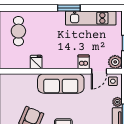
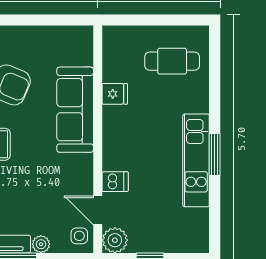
kitchen unit: (91, 18) -> (196, 160), moved
sofa: (61, 83) -> (75, 110), moved

